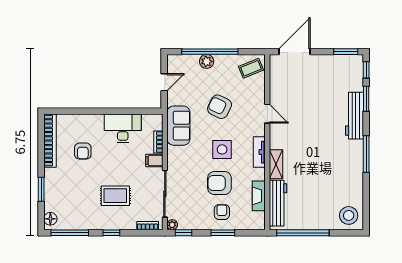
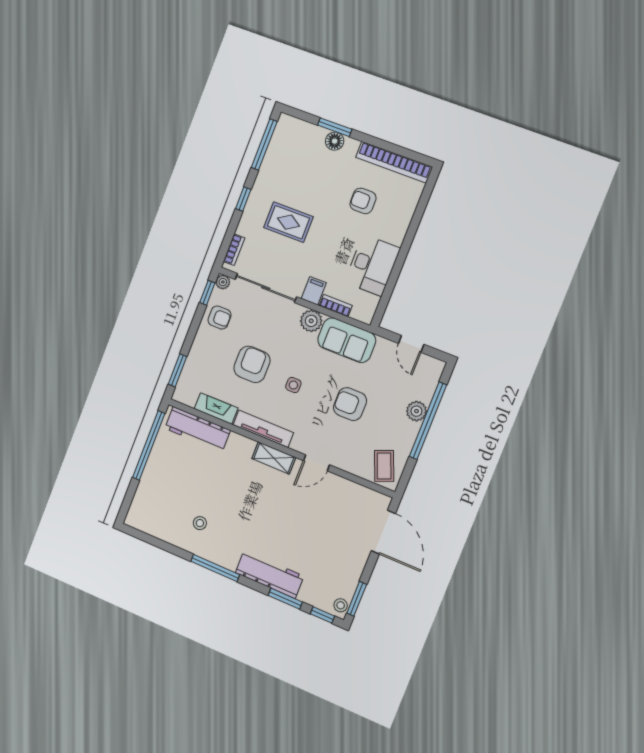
stool: (355, 60) -> (341, 605), added
armchair: (220, 107) -> (350, 404), turned -116
side table: (222, 149) -> (293, 385), width x0.54, depth x0.54
tv unit: (259, 152) -> (263, 429), width x1.41
plant: (175, 154) -> (311, 321), added
shelving: (276, 164) -> (274, 458), moved
rug: (115, 196) -> (288, 222), turned 90
armchair: (222, 212) -> (220, 318), moved
stool: (349, 215) -> (200, 523), moved, width x0.53, depth x0.53
floor lamp: (50, 219) -> (335, 141), moved
window: (223, 233) -> (178, 370), moved

